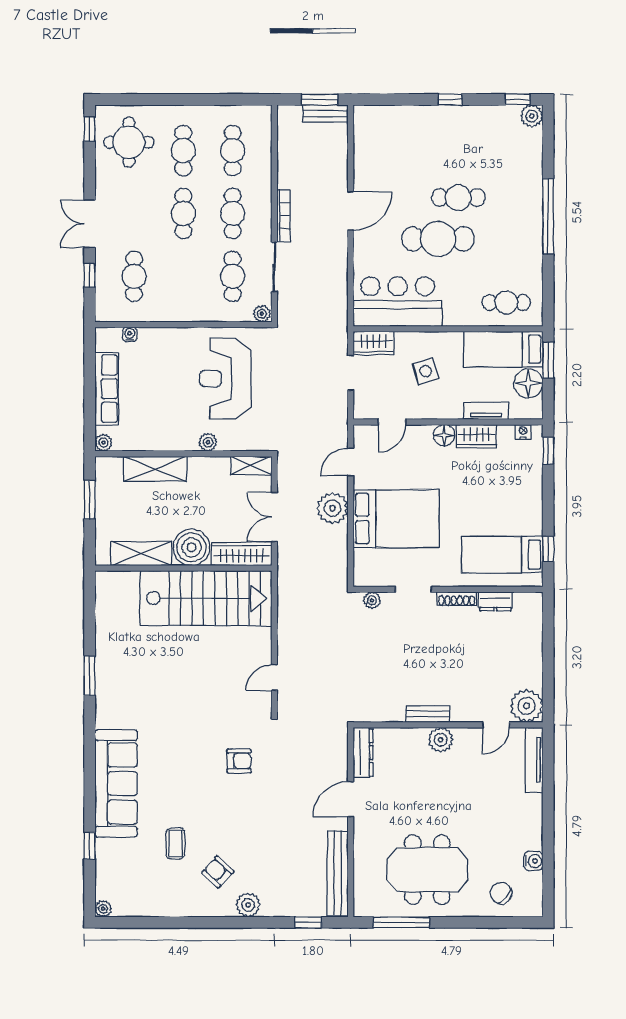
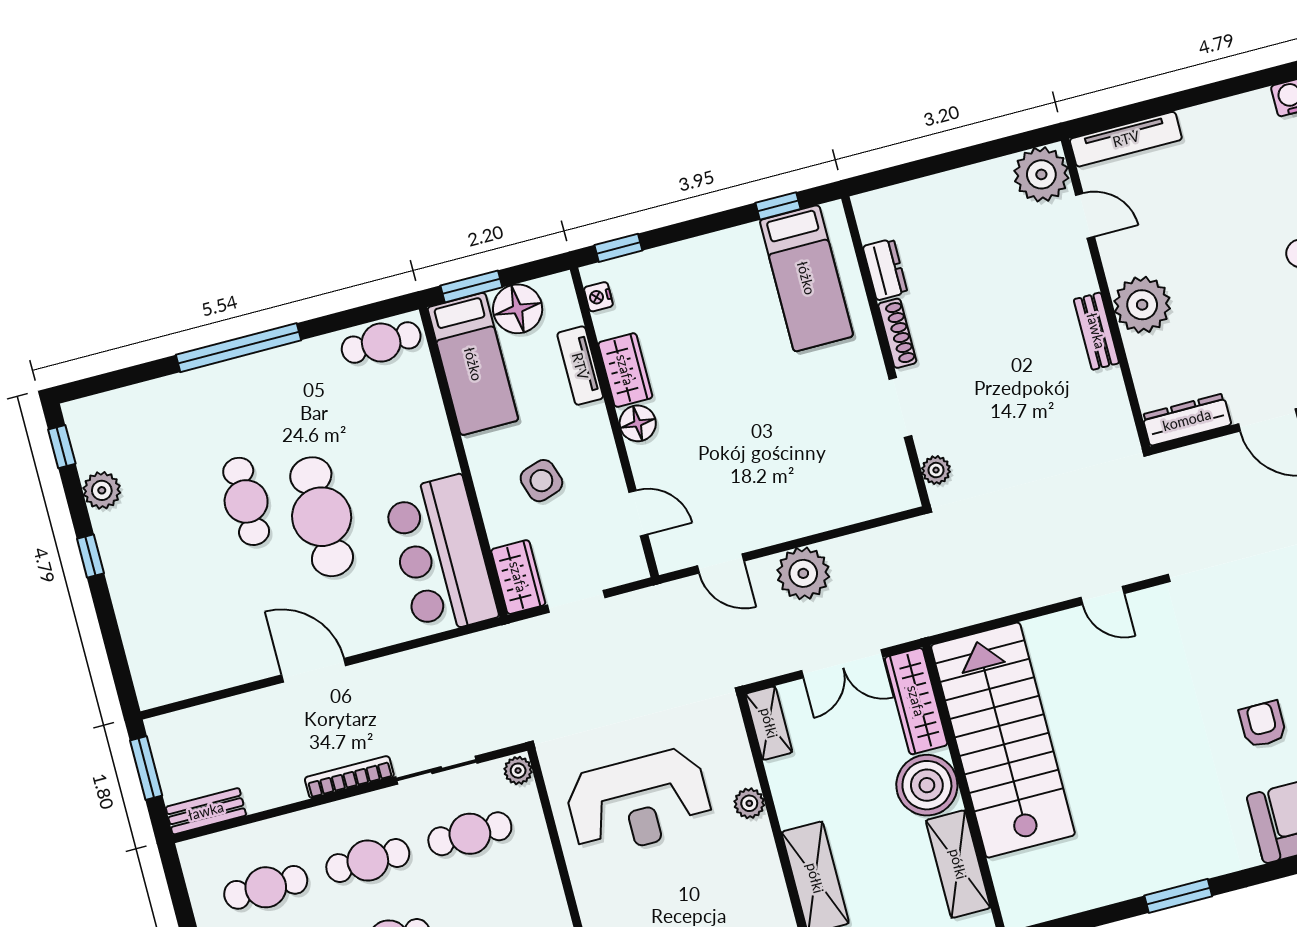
bench: (325, 113) -> (206, 811), moved, turned 90
plant: (532, 116) -> (102, 490), moved
cafe table: (506, 302) -> (381, 343), moved, turned 90
bed: (396, 519) -> (793, 465), removed
plant: (441, 740) -> (1142, 305), width x1.36, depth x1.36
armchair: (239, 761) -> (1263, 724), moved

